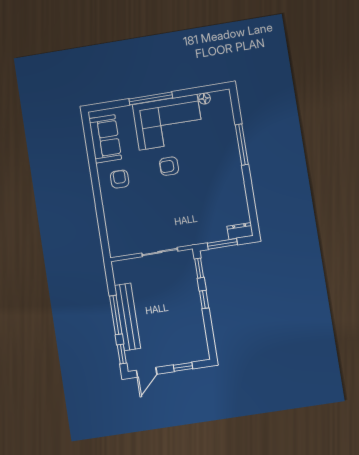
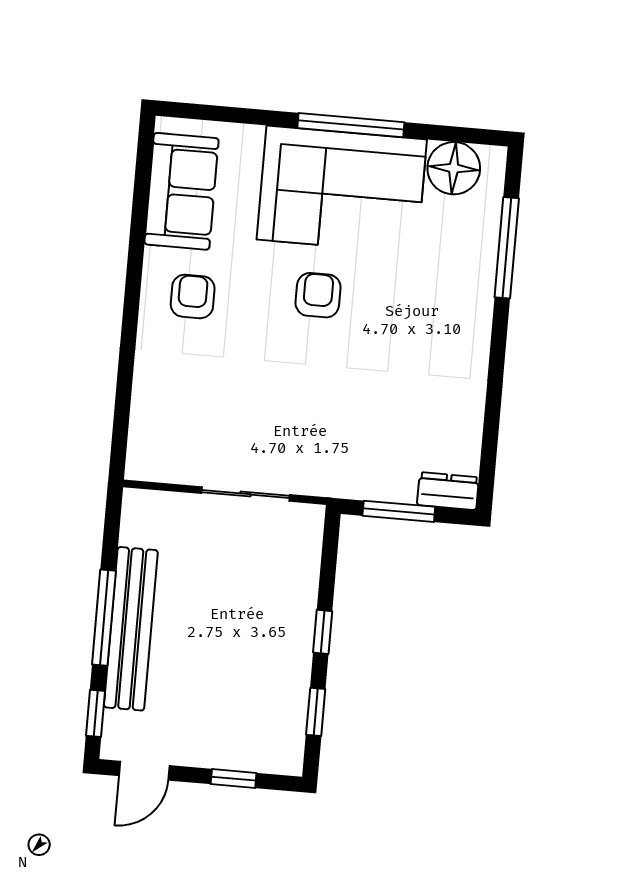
window: (151, 98) -> (351, 125), moved
floor lamp: (205, 98) -> (454, 168), width x1.89, depth x1.89
window: (242, 145) -> (507, 248), moved
armchair: (169, 166) -> (318, 295), turned 90
window: (199, 268) -> (316, 712), moved

